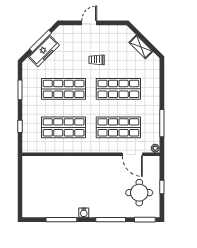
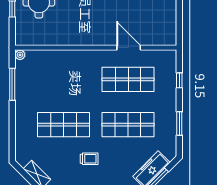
shop shelf: (118, 127) -> (63, 79), removed
door: (132, 154) -> (129, 48), moved

